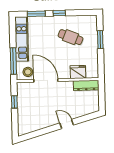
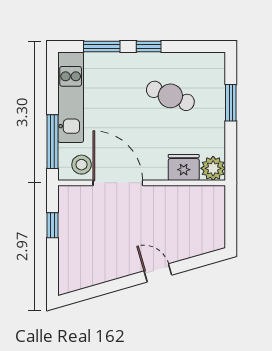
plant: (92, 72) -> (213, 168), added
dresser: (86, 85) -> (200, 195), removed

